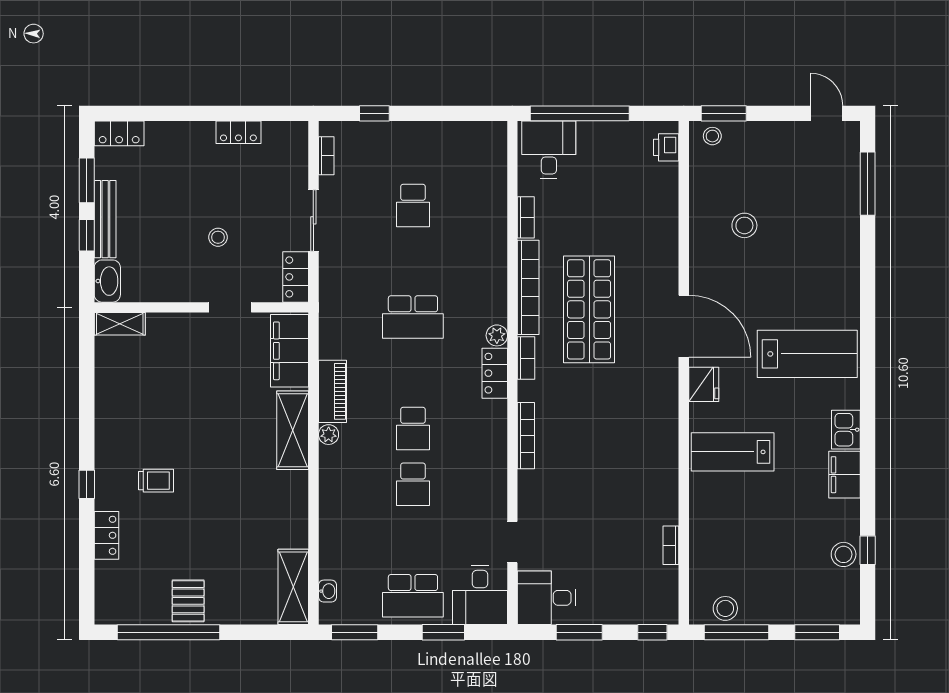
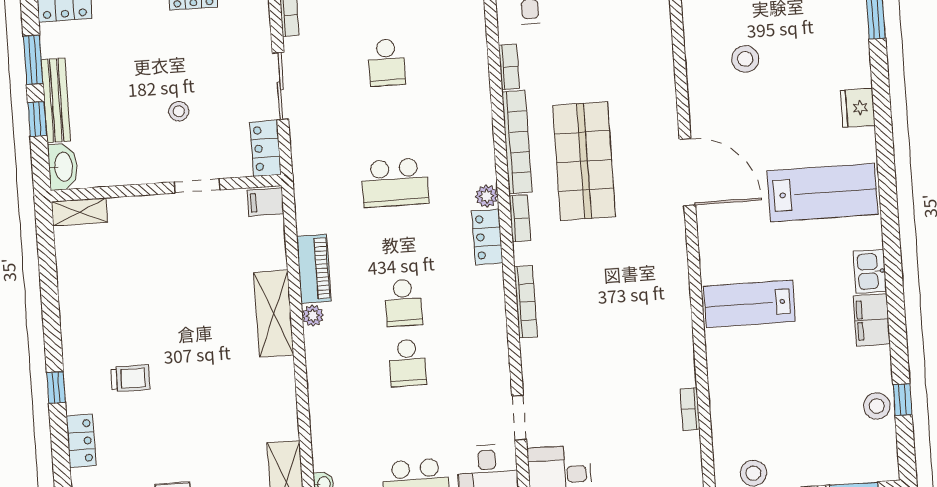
filing cabinet: (290, 351) -> (266, 202), width x0.33, depth x0.86
fridge: (704, 384) -> (858, 108), moved, turned 180

